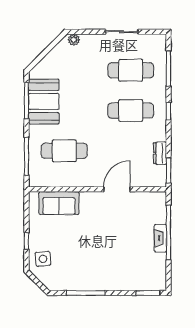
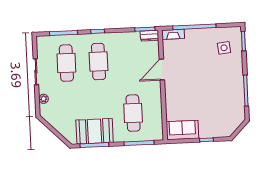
plant: (74, 40) -> (44, 99), moved
dresser: (160, 153) -> (150, 36), moved
door: (117, 189) -> (162, 70), hinge flipped
sofa: (59, 203) -> (182, 130), moved, turned -90
fireplace: (160, 238) -> (173, 34), moved
side table: (43, 259) -> (224, 48), moved

